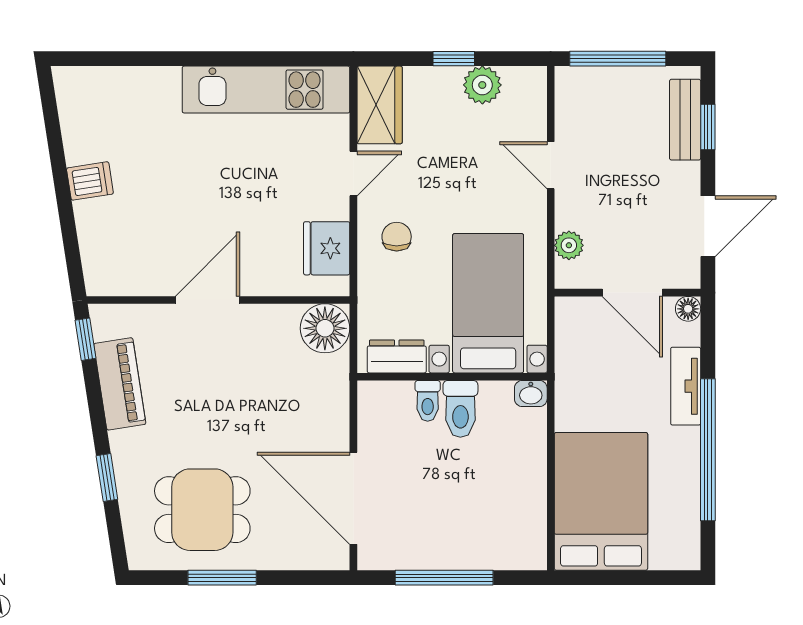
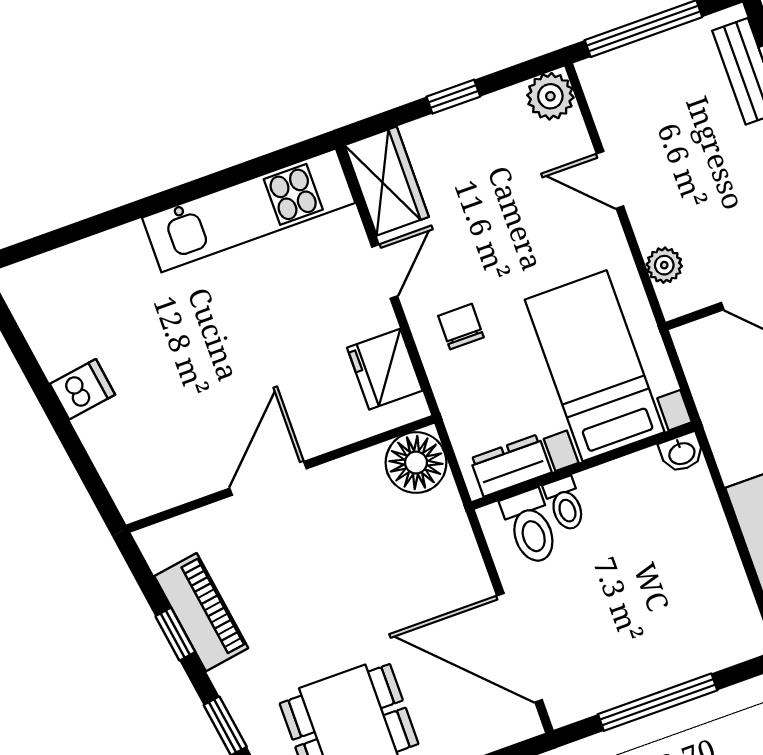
plant: (482, 85) -> (550, 96), moved
window: (86, 339) -> (175, 634), moved
toilet: (460, 409) -> (530, 527), moved

